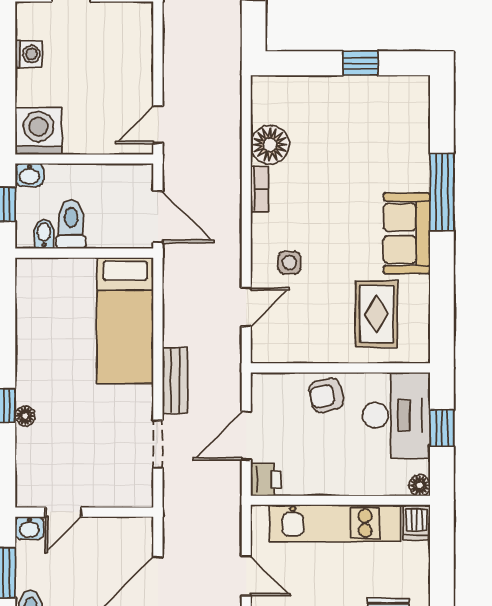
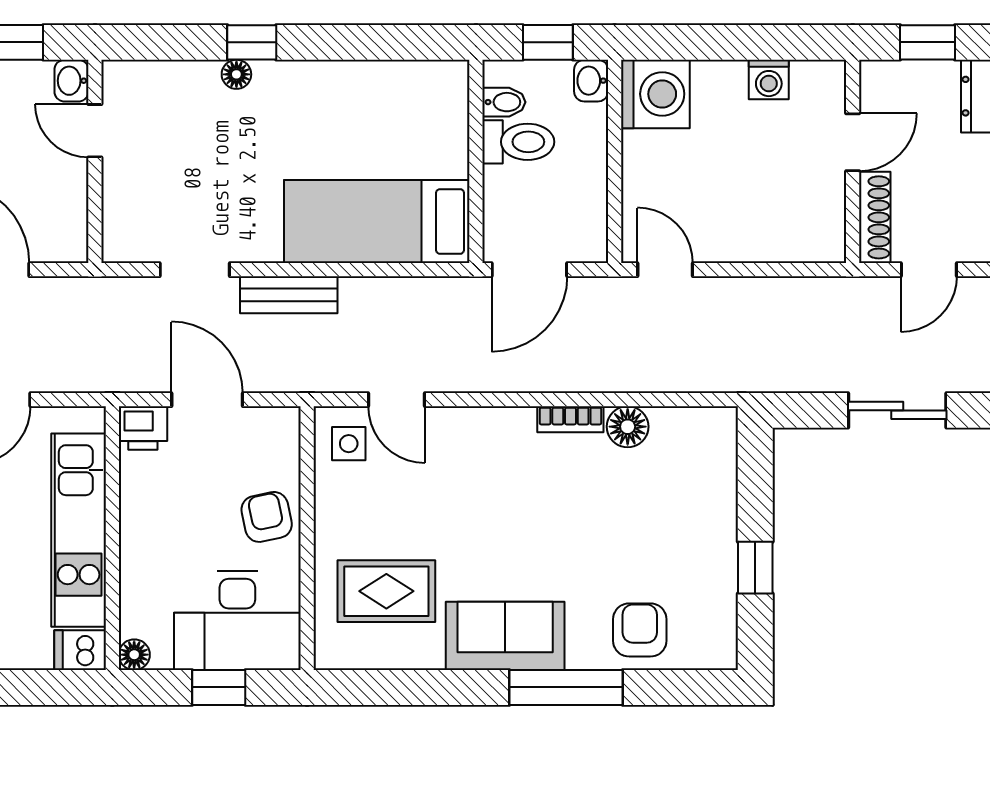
armchair: (403, 142) -> (640, 630), added
floor lamp: (270, 145) -> (628, 427), width x0.73, depth x0.73
side table: (289, 263) -> (349, 444), moved

